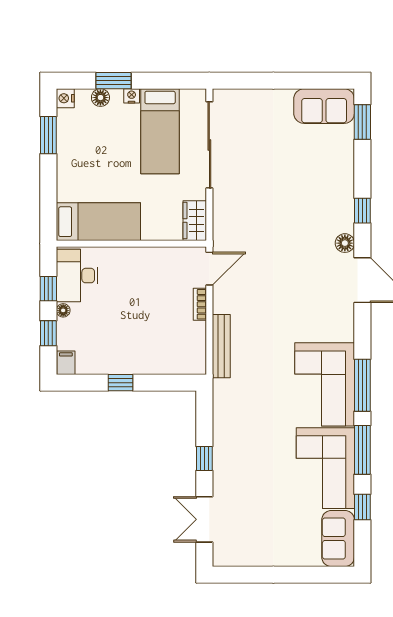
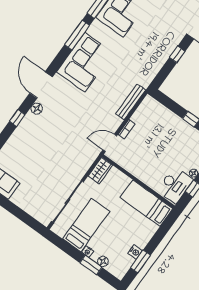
nightstand: (65, 98) -> (135, 252), moved
corner sofa: (325, 384) -> (85, 62), moved

